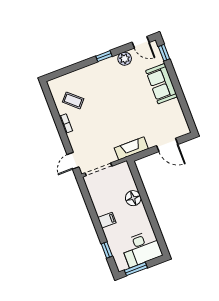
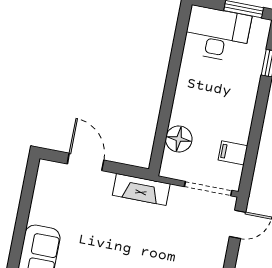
floor lamp: (133, 198) -> (179, 139), moved
filing cabinet: (107, 220) -> (233, 153), moved

